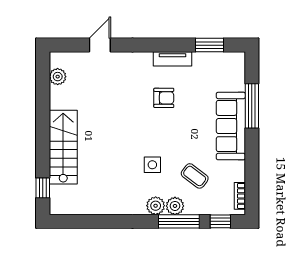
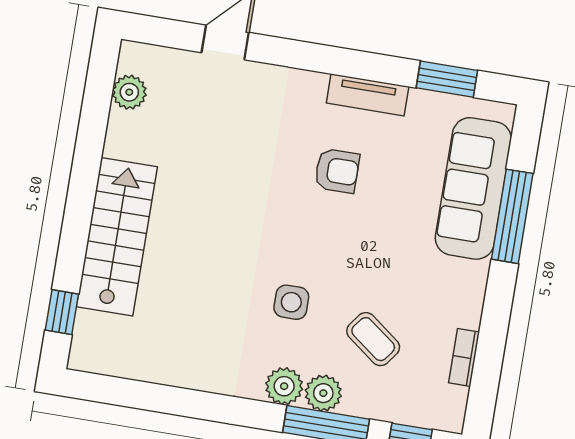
sofa: (231, 126) -> (473, 188), moved
bookcase: (240, 196) -> (464, 357), moved

